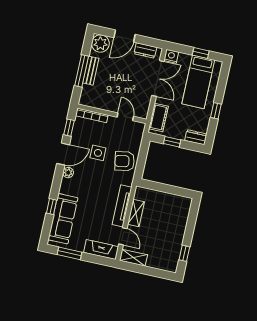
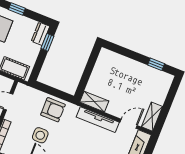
window: (172, 142) -> (47, 42), moved
armchair: (125, 161) -> (53, 110), turned -80
shelving: (136, 213) -> (94, 102), moved

